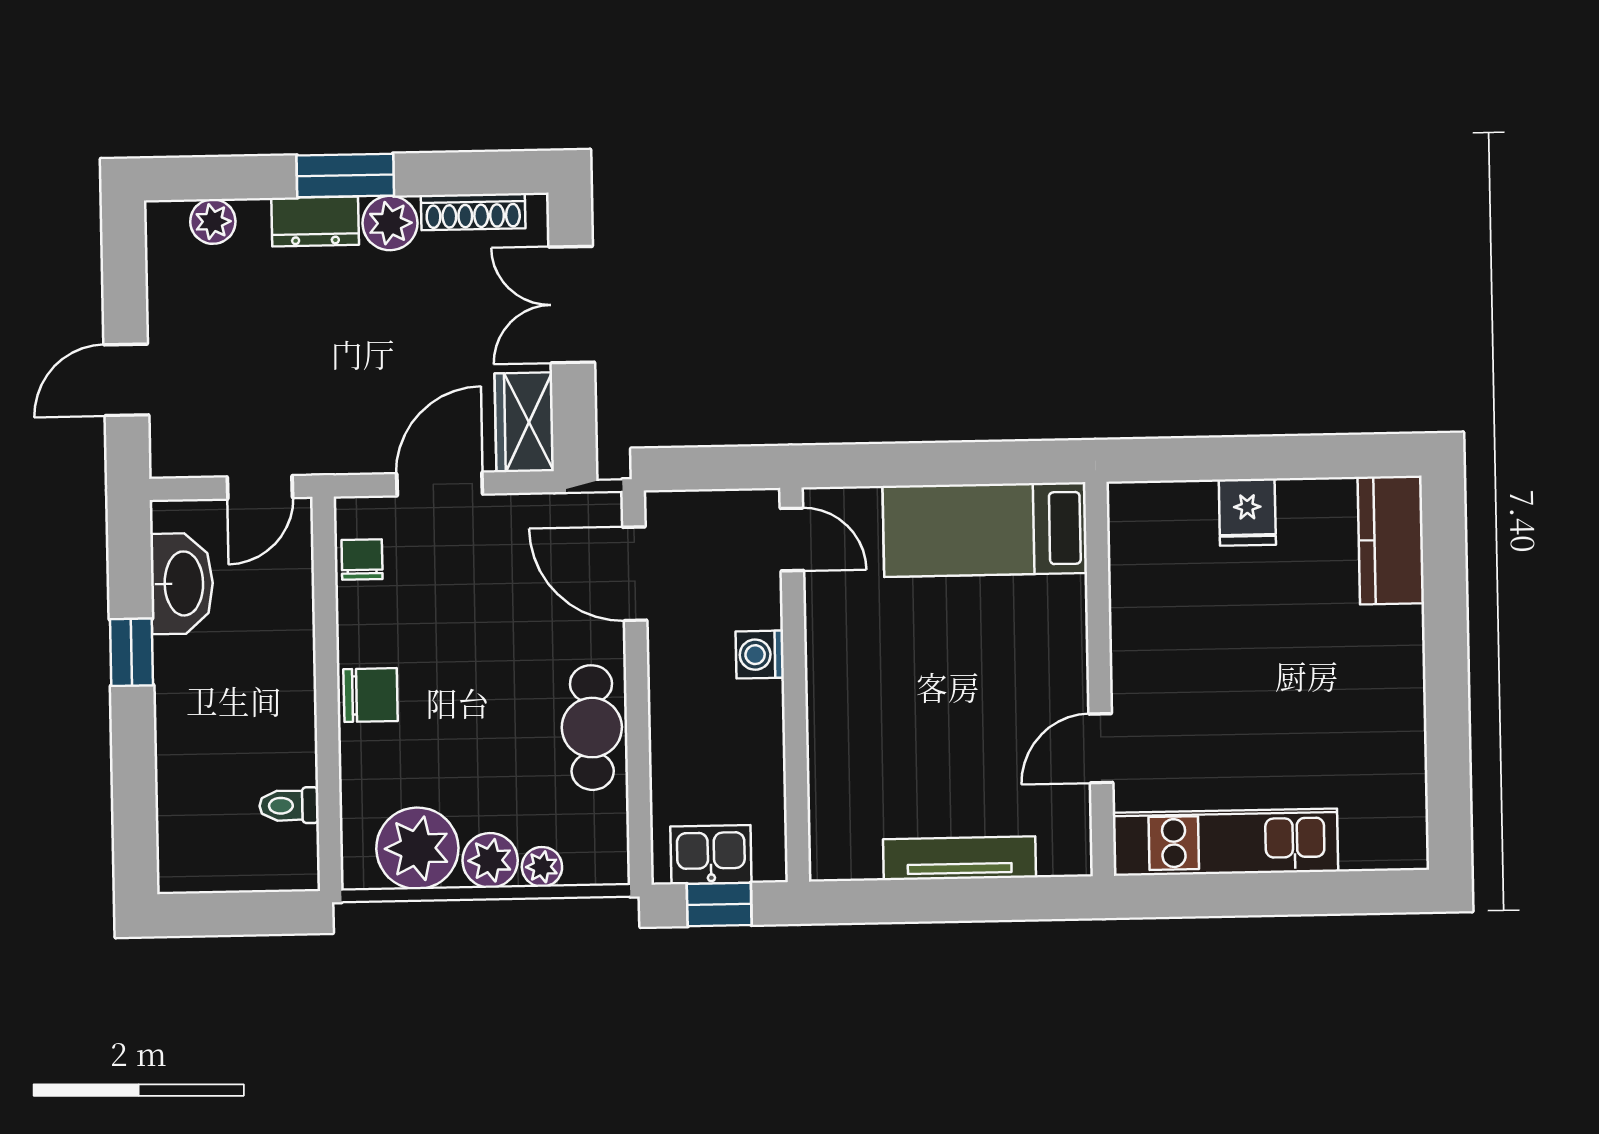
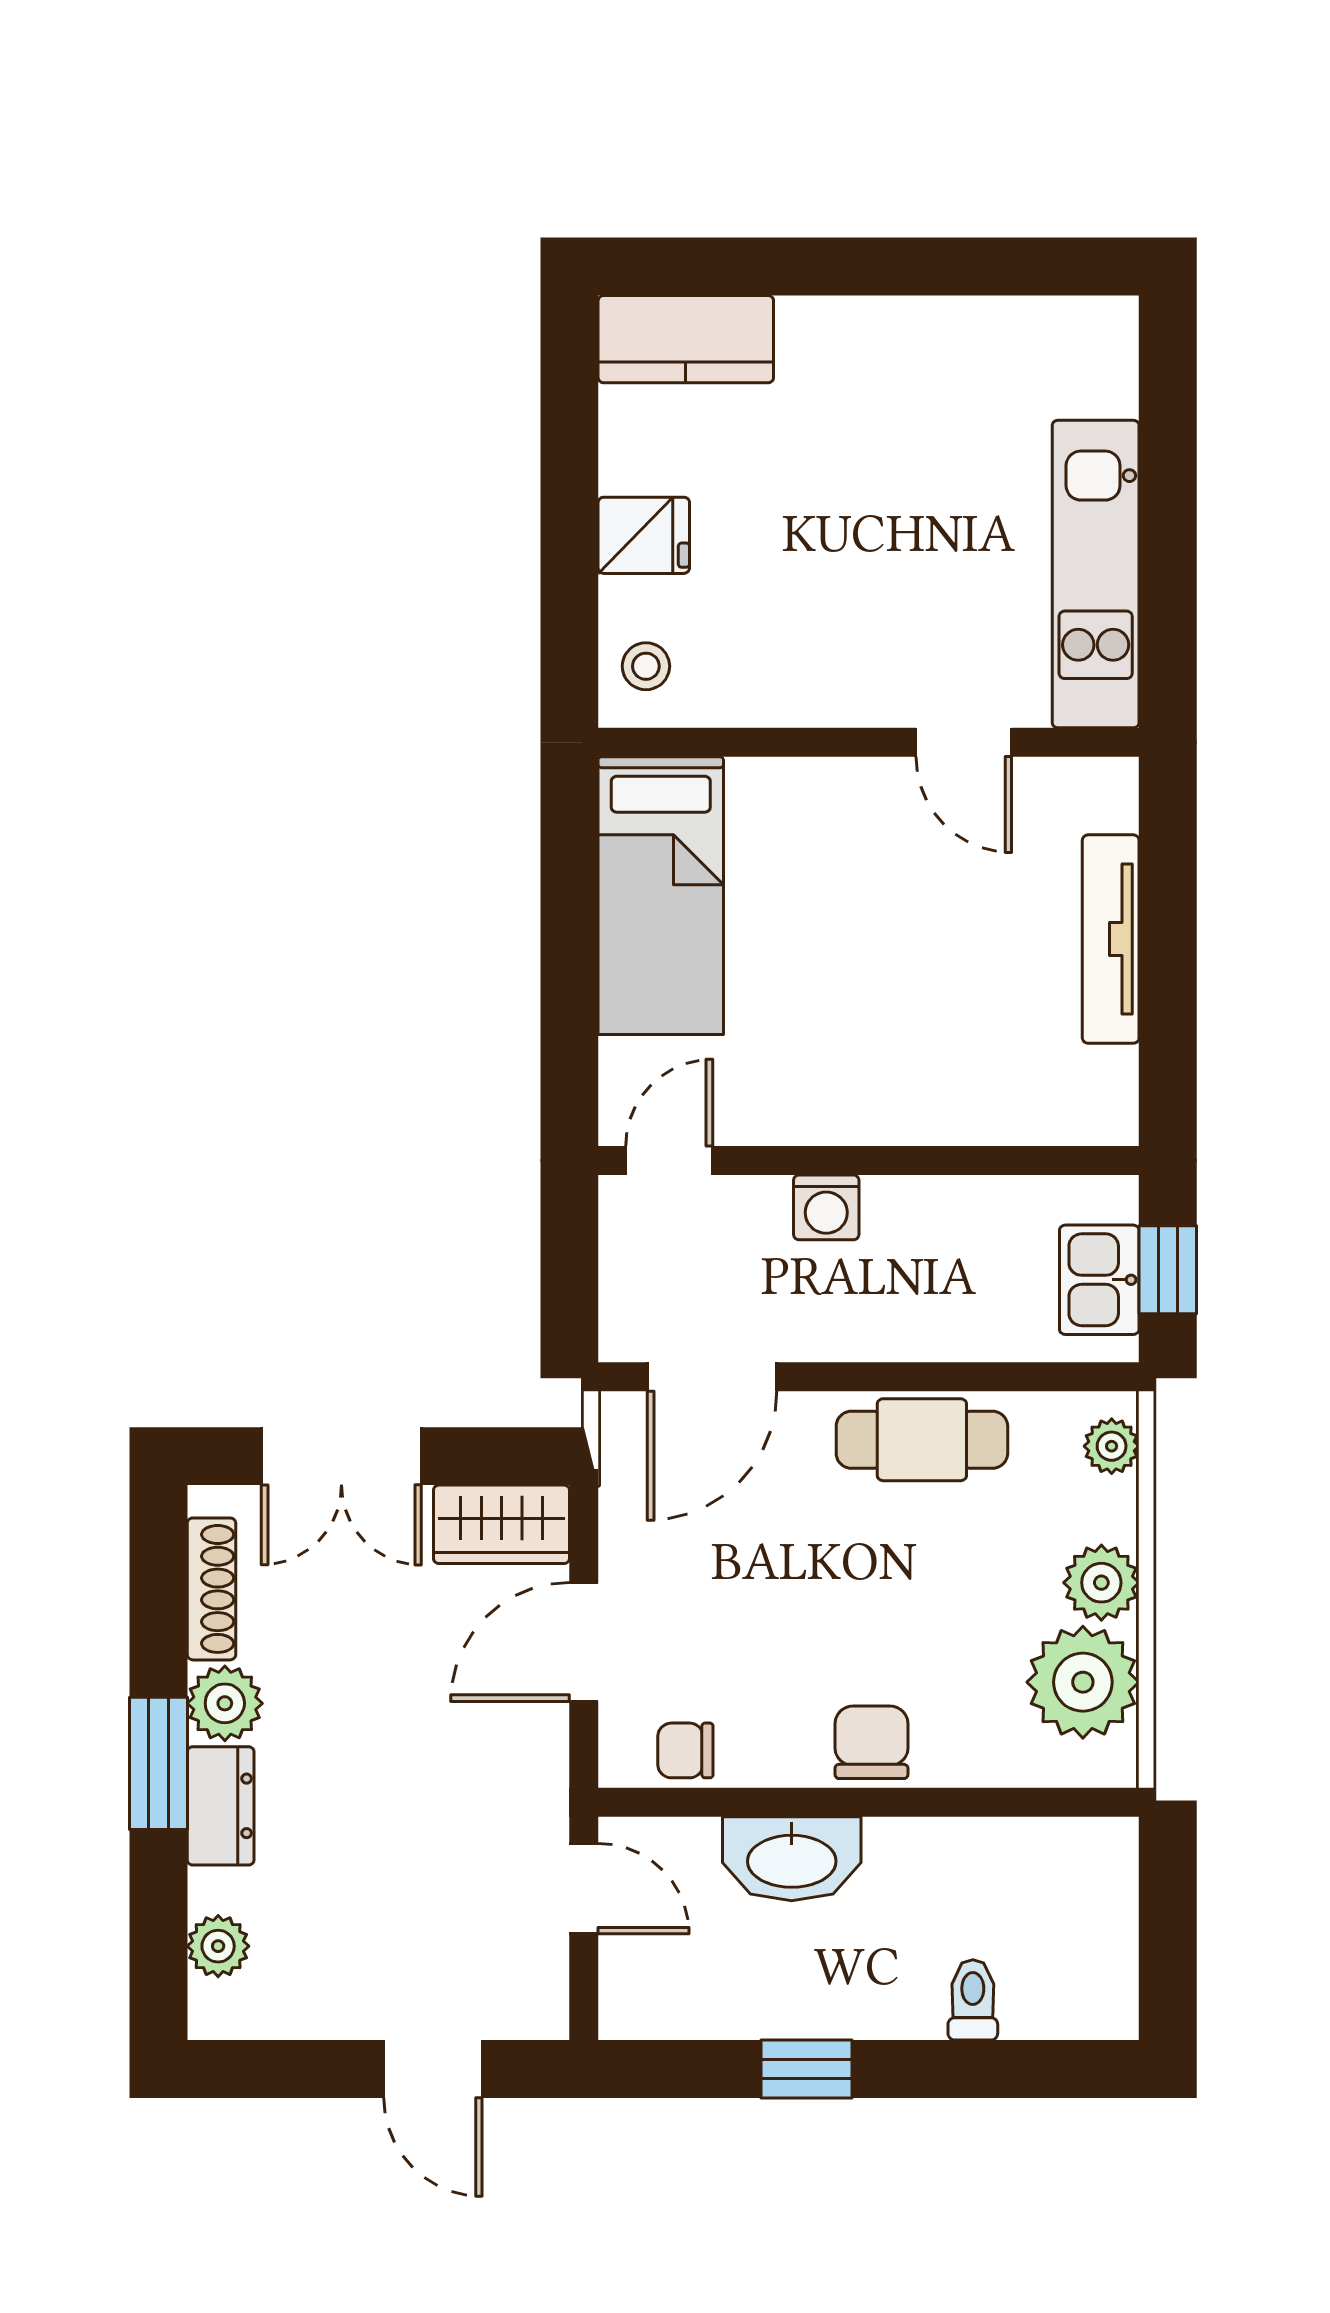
door: (440, 484) -> (584, 1642), hinge flipped
stool: (1152, 516) -> (646, 666), added
washbasin: (182, 584) -> (792, 1859), moved, turned 180
toilet: (289, 806) -> (973, 2000), moved, turned 180
plant: (542, 867) -> (1112, 1446), moved

